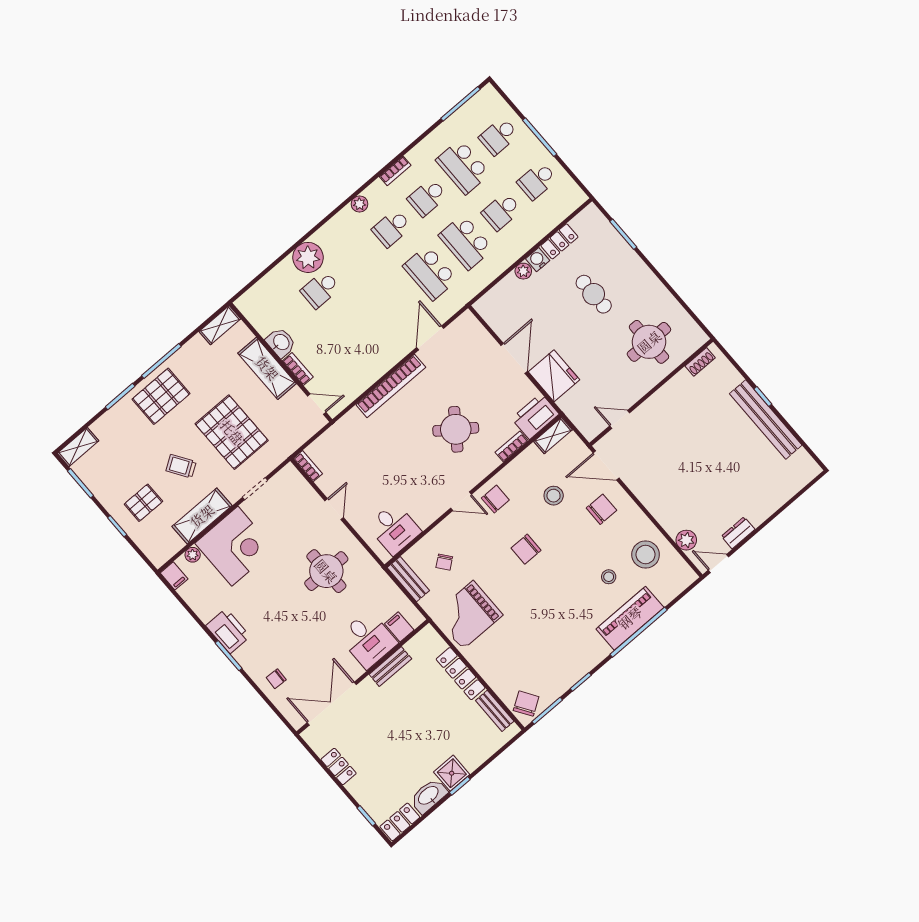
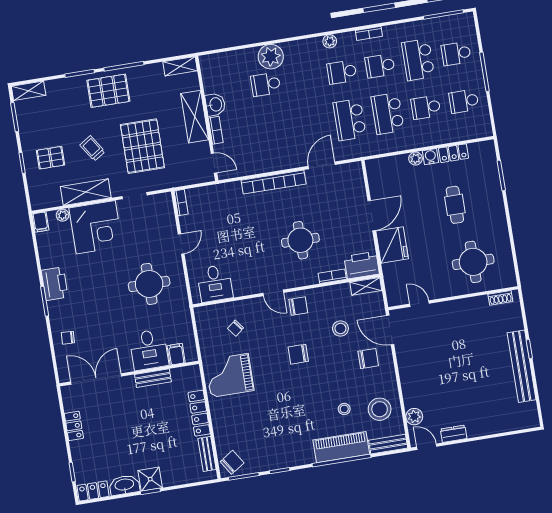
round table: (456, 429) -> (300, 240), turned -36
bench: (408, 579) -> (388, 444), moved, turned 90

